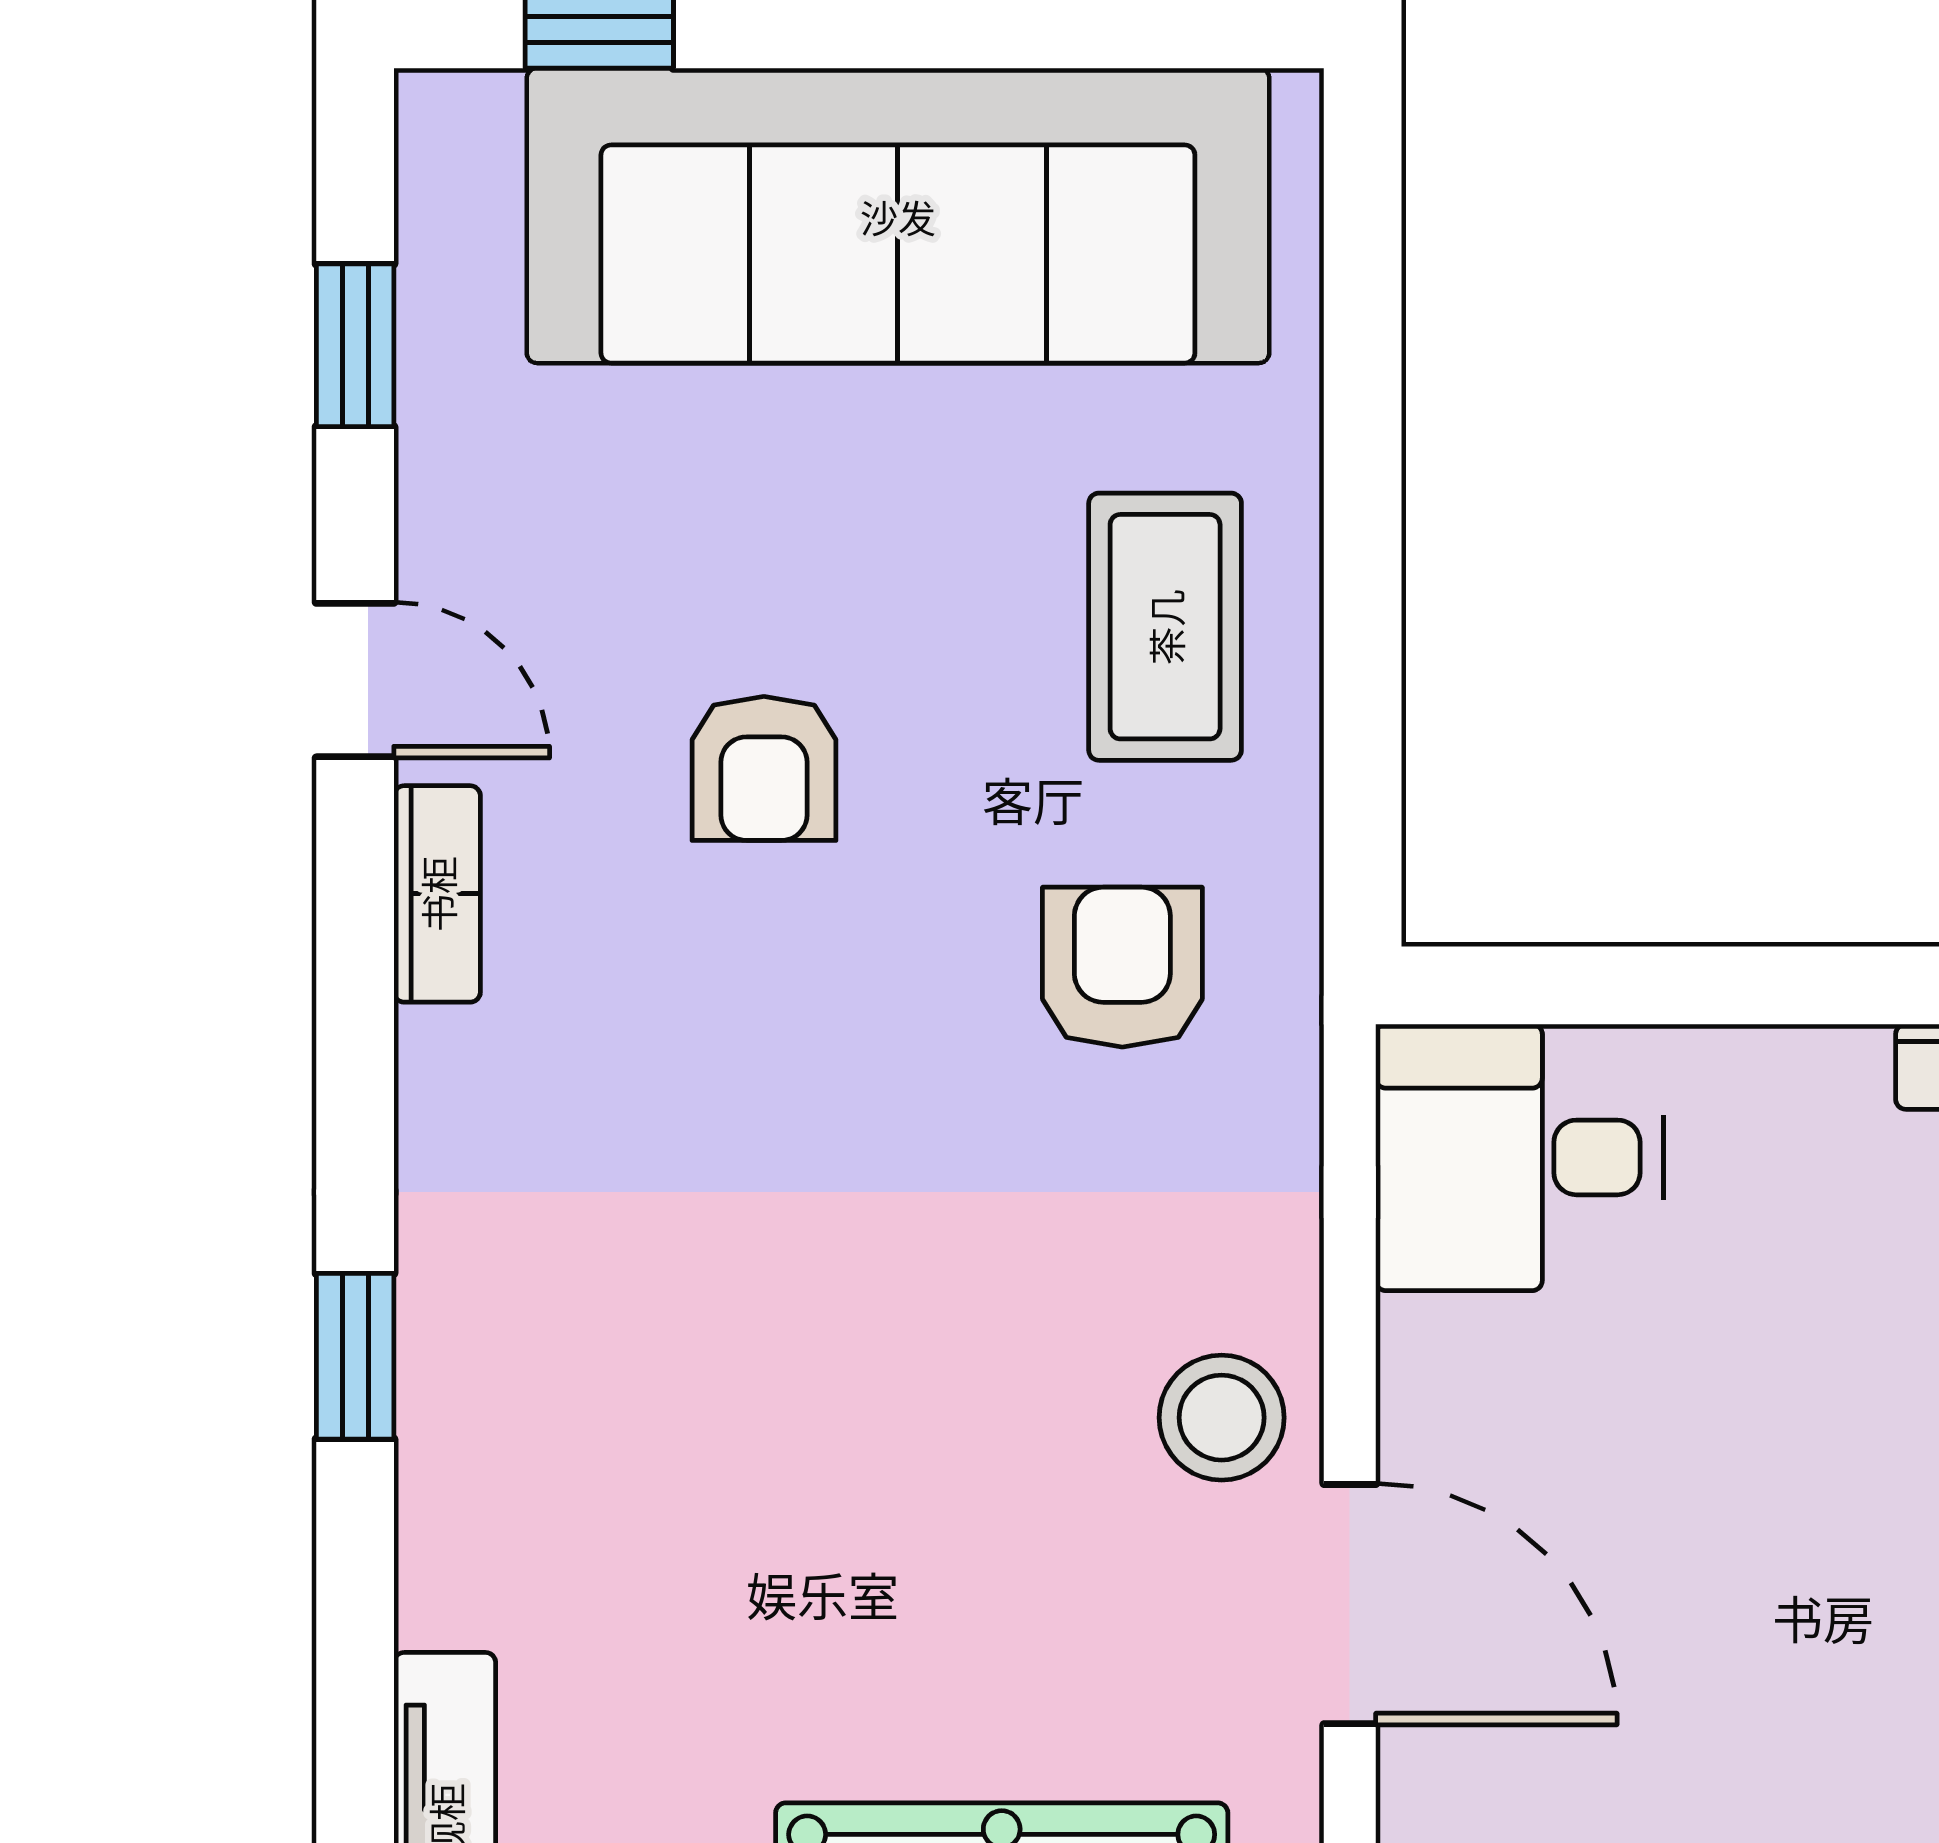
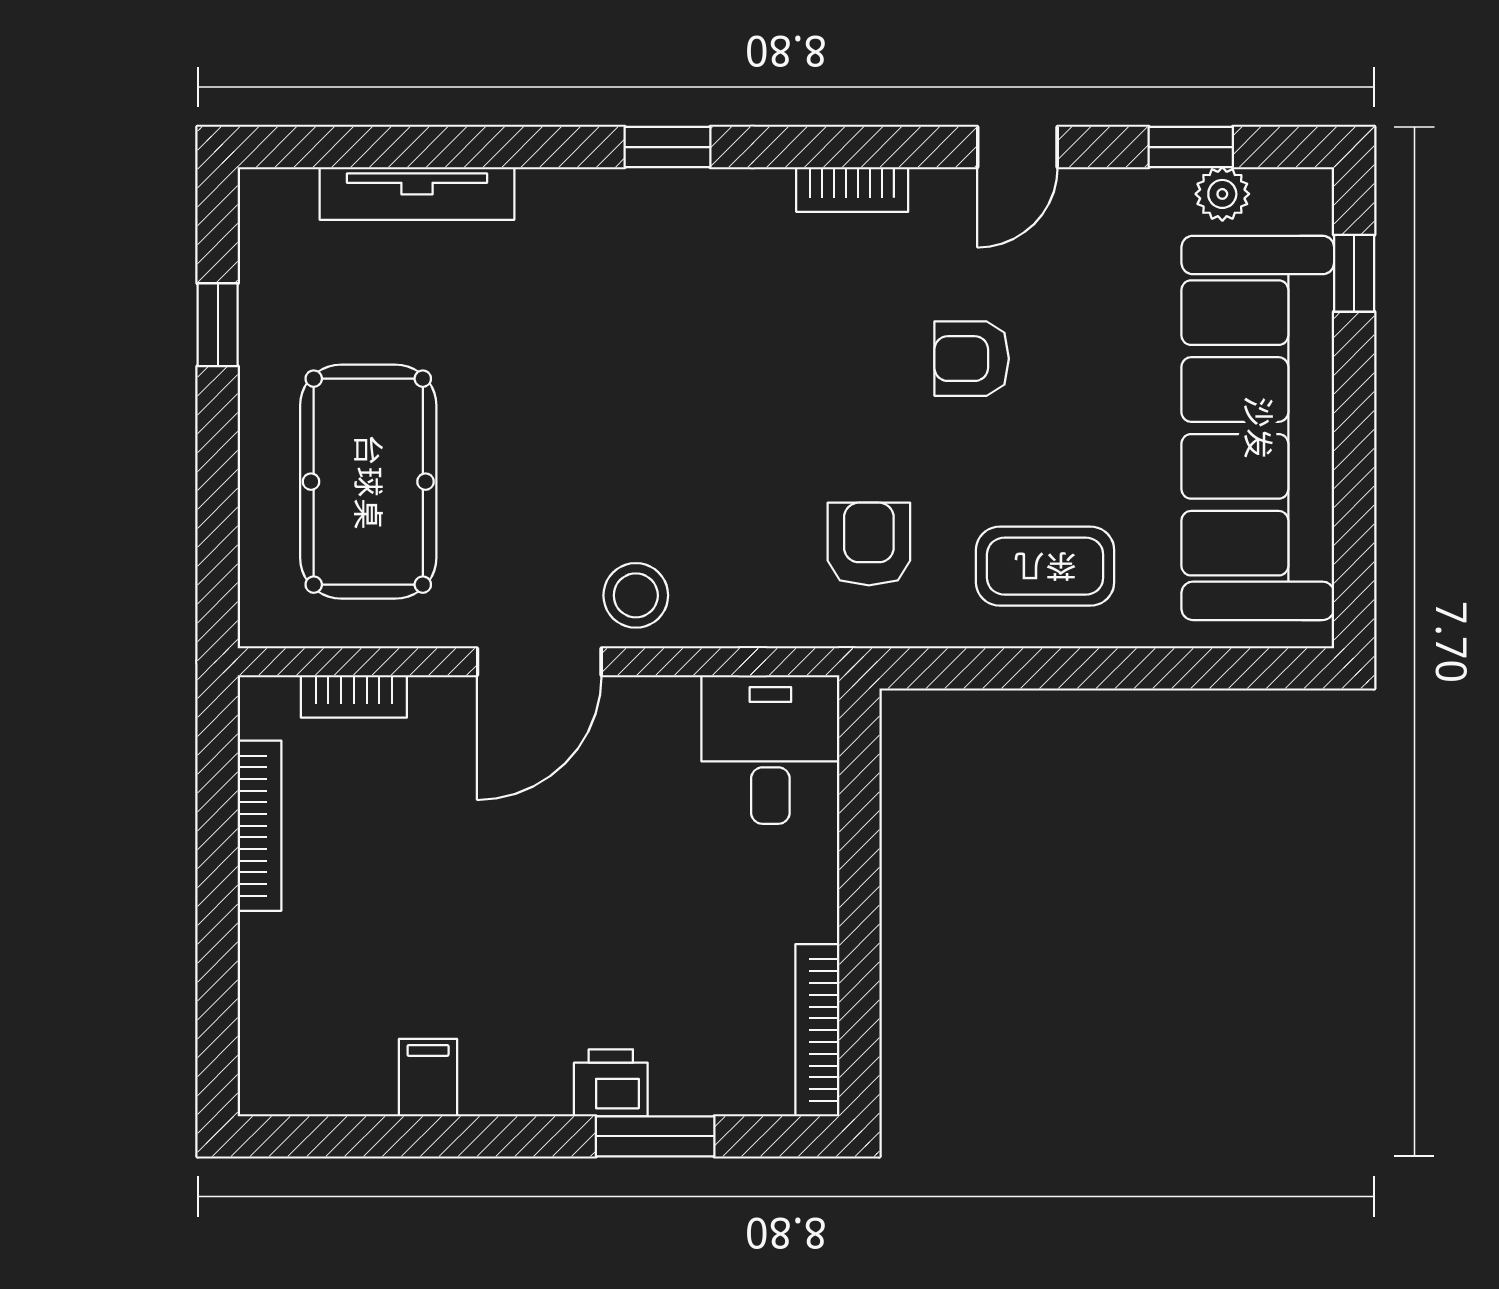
plant: (446, 284) -> (1222, 194), added
bookcase: (437, 894) -> (852, 189), moved
armchair: (1122, 967) -> (869, 544), turned -90

